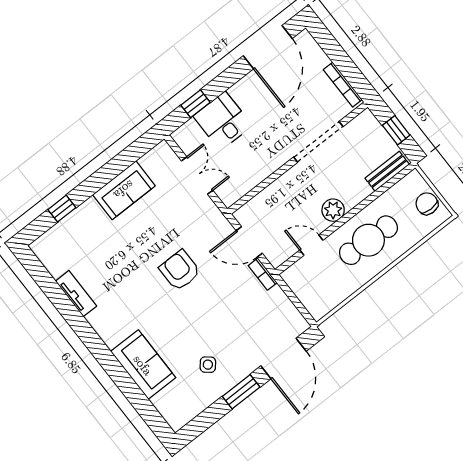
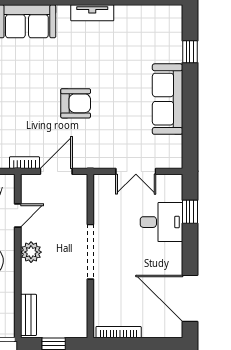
doorway: (318, 142) -> (90, 252), moved
sofa: (124, 190) -> (167, 99), width x1.36
tv unit: (76, 294) -> (92, 13), moved

